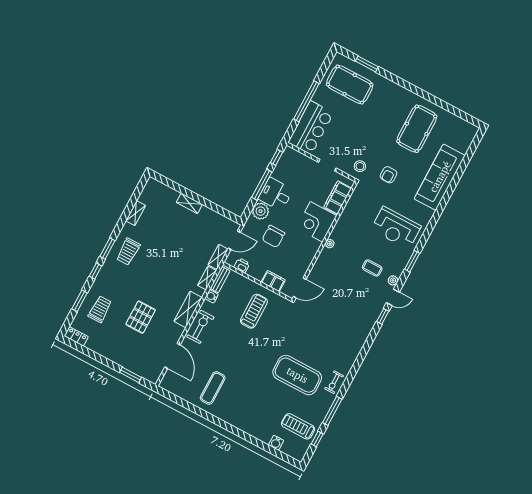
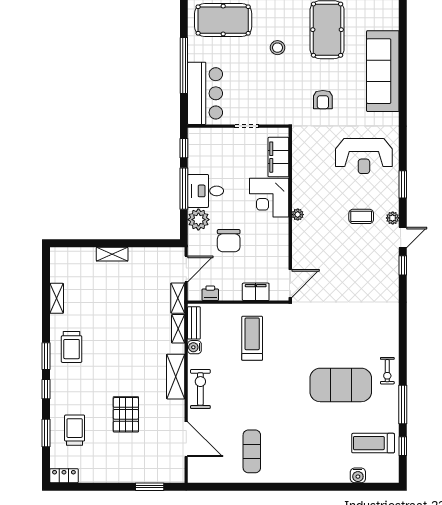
stool: (360, 166) -> (277, 48), moved

